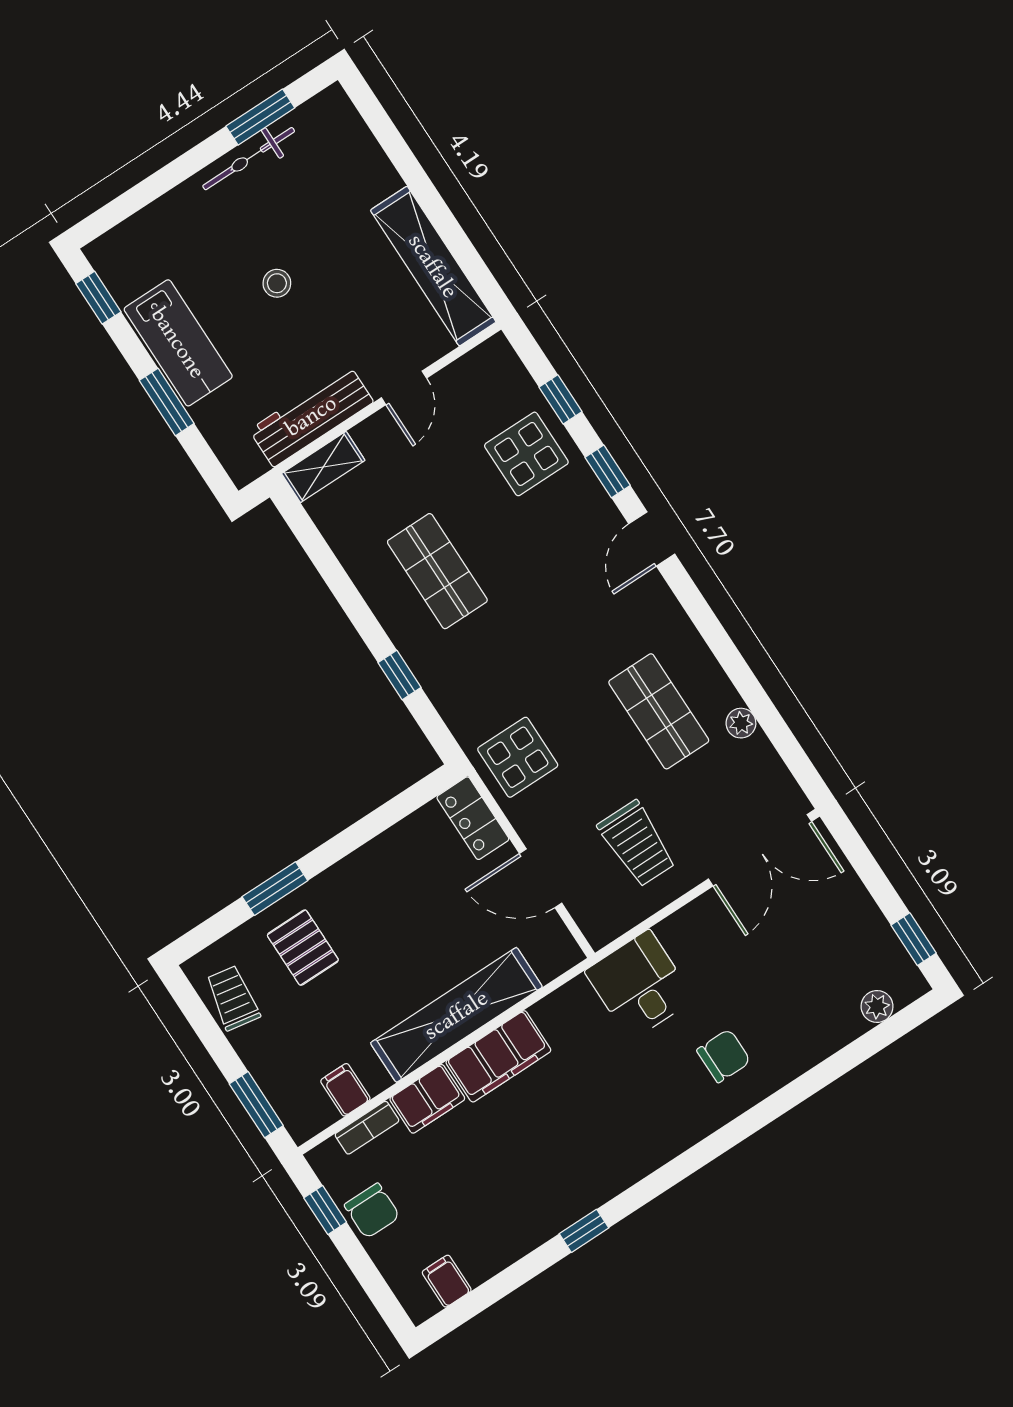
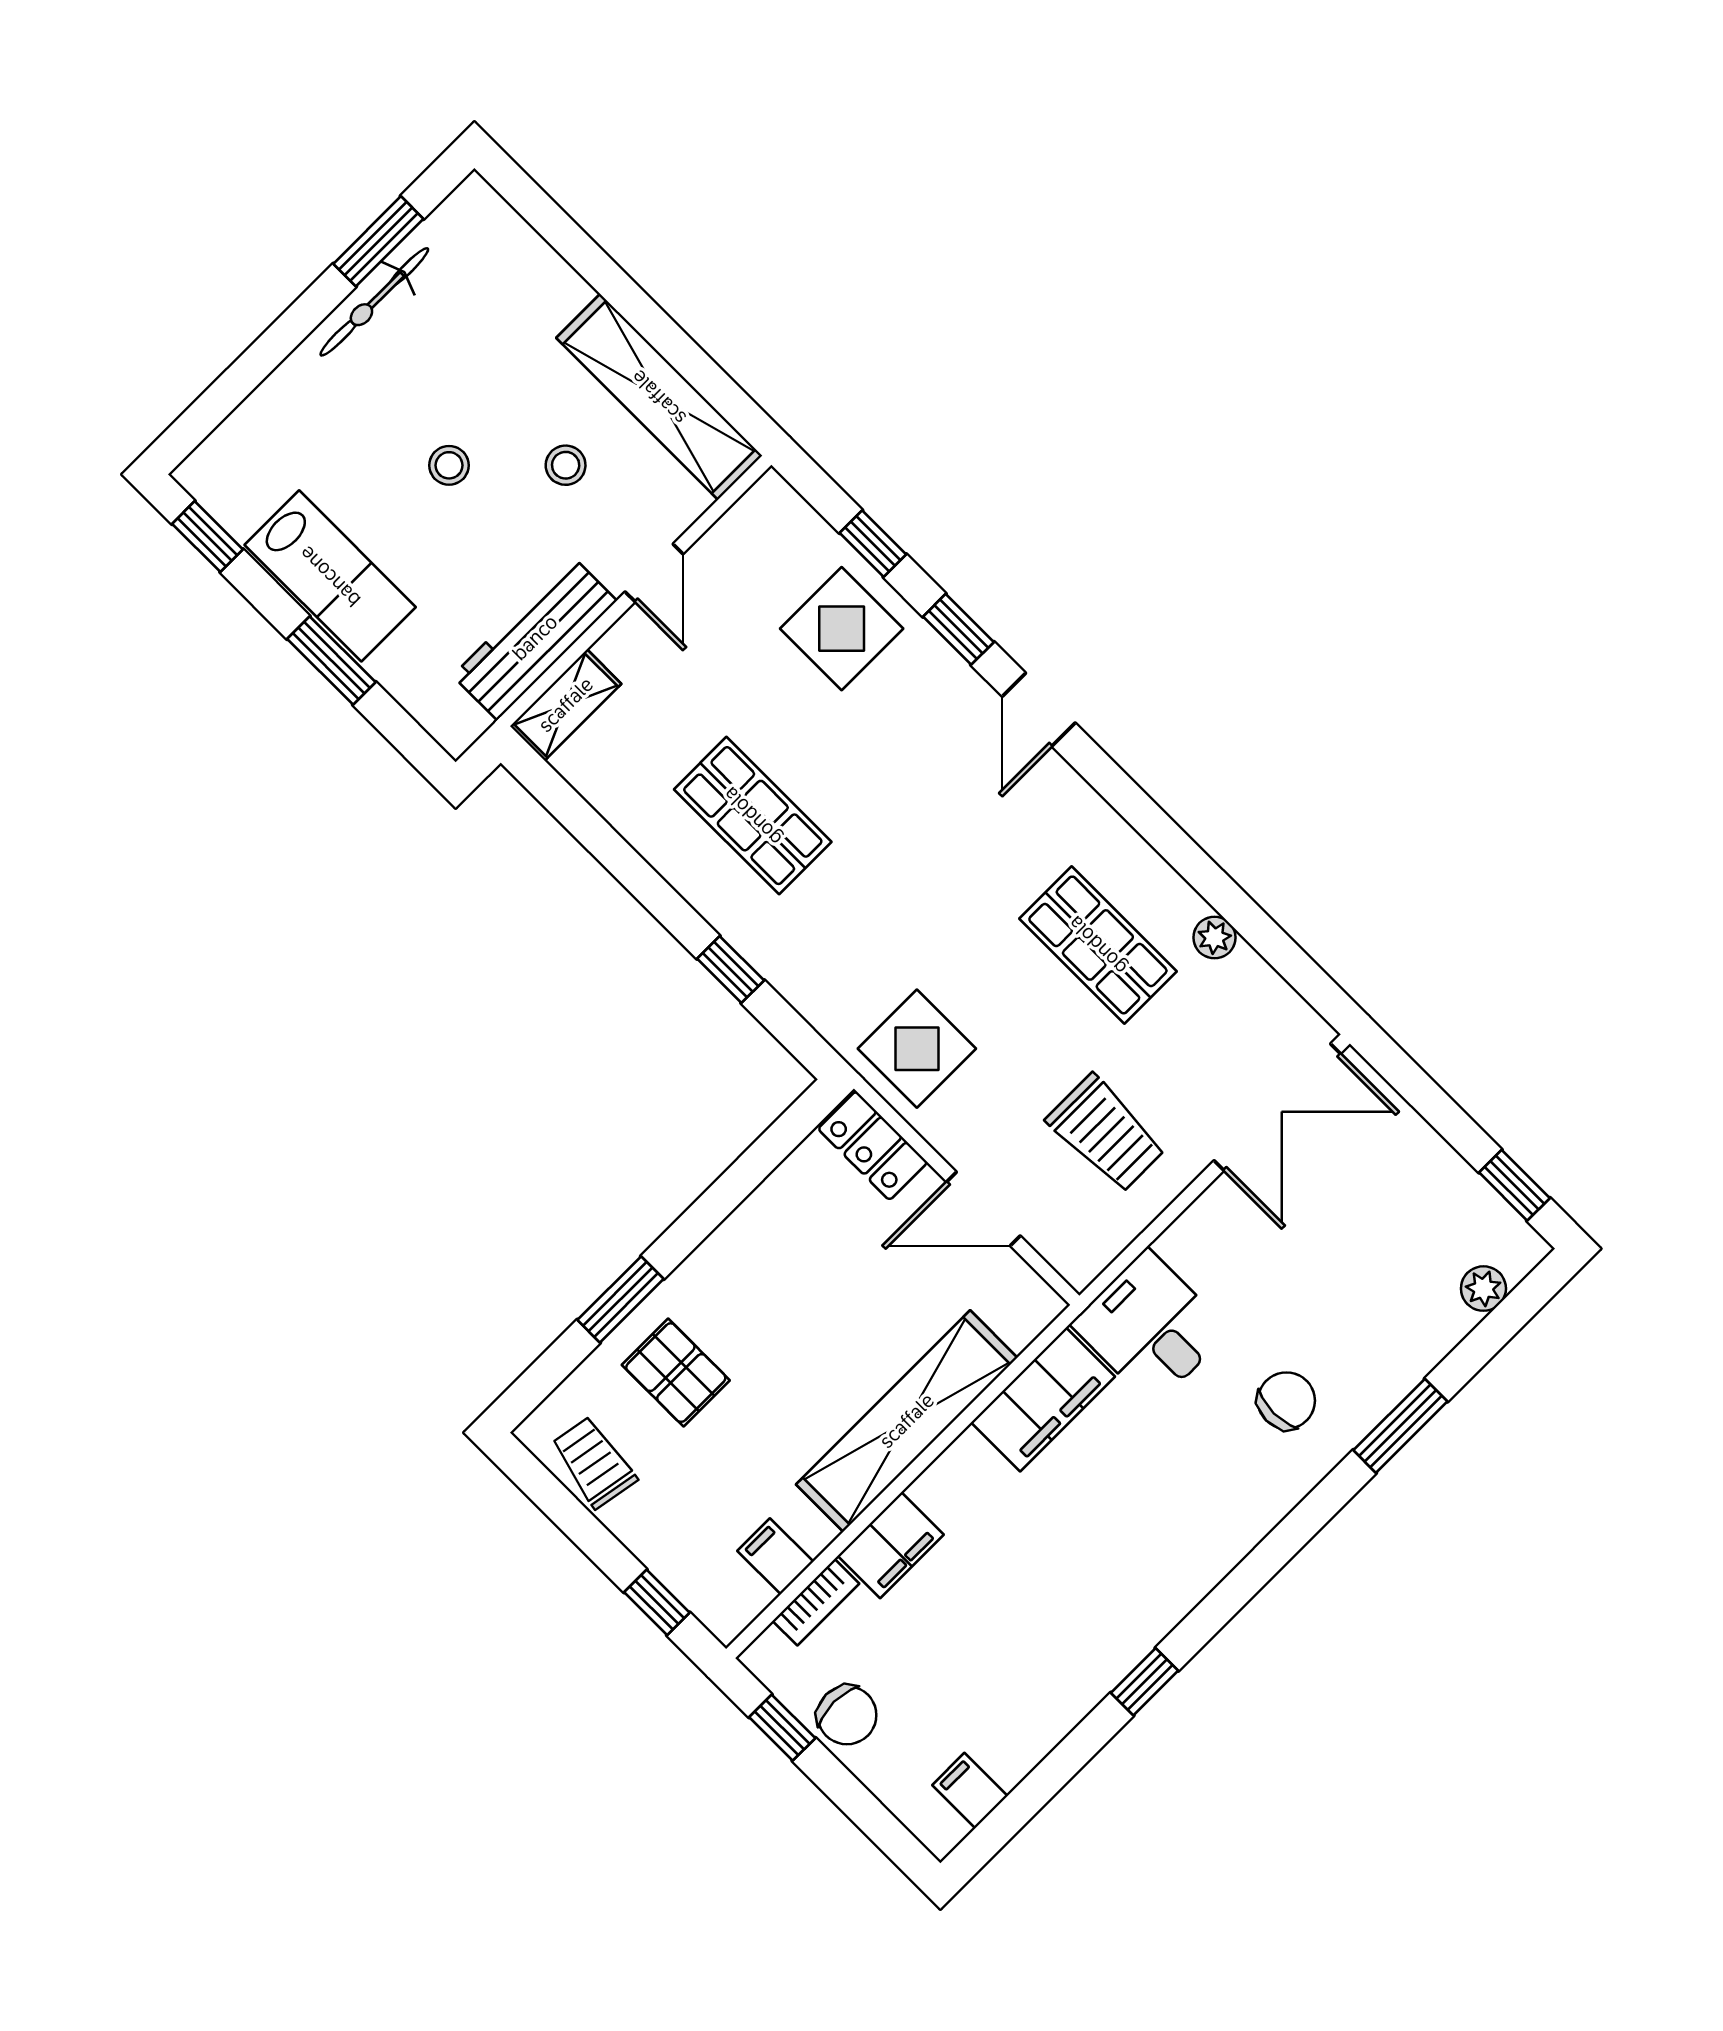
stool: (358, 300) -> (566, 465), added
filing cabinet: (498, 1056) -> (1043, 1400), moved
window: (799, 1090) -> (1400, 1426), added
window: (256, 1105) -> (657, 1602), width x0.67

